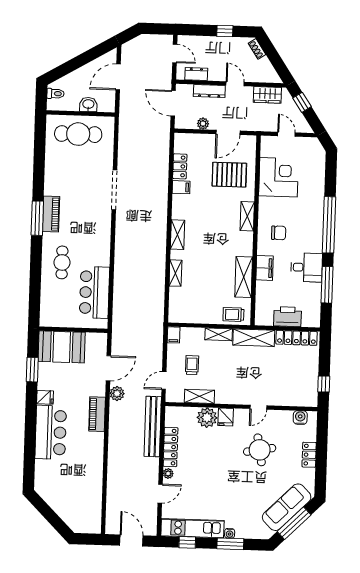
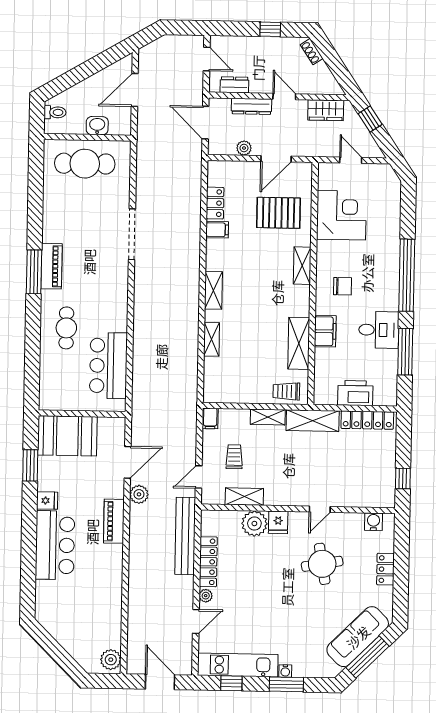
plant: (93, 523) -> (111, 660), added

